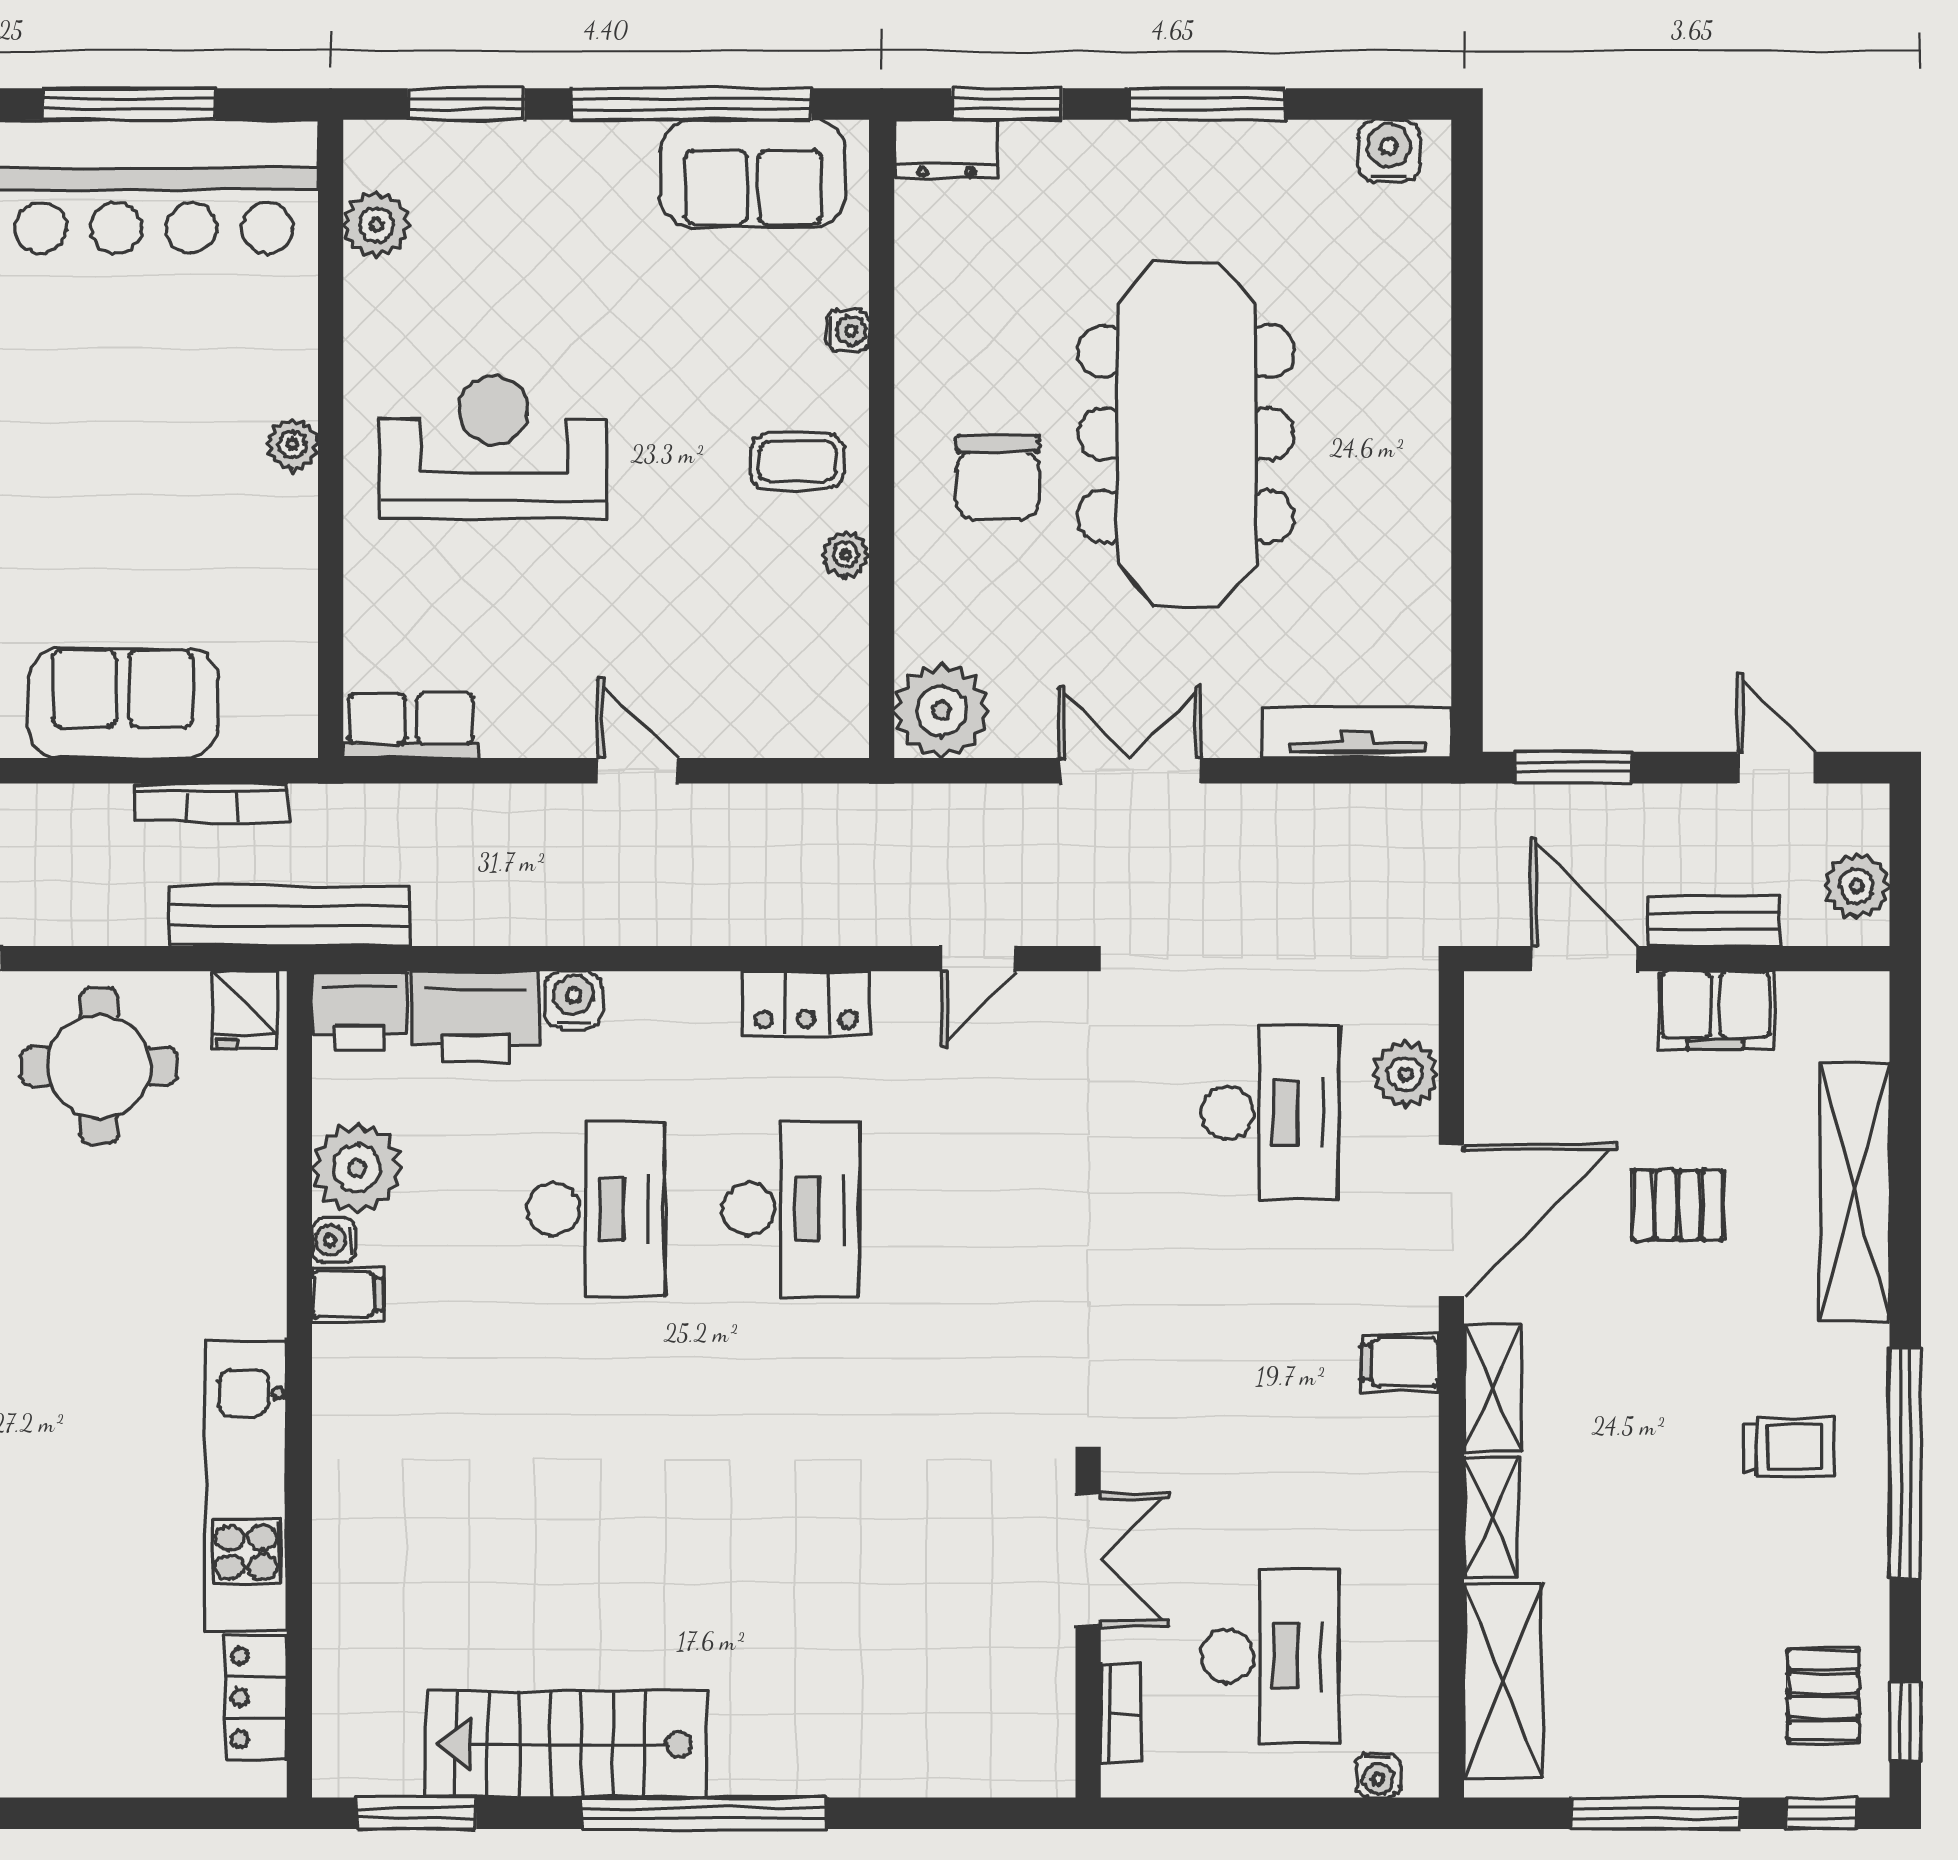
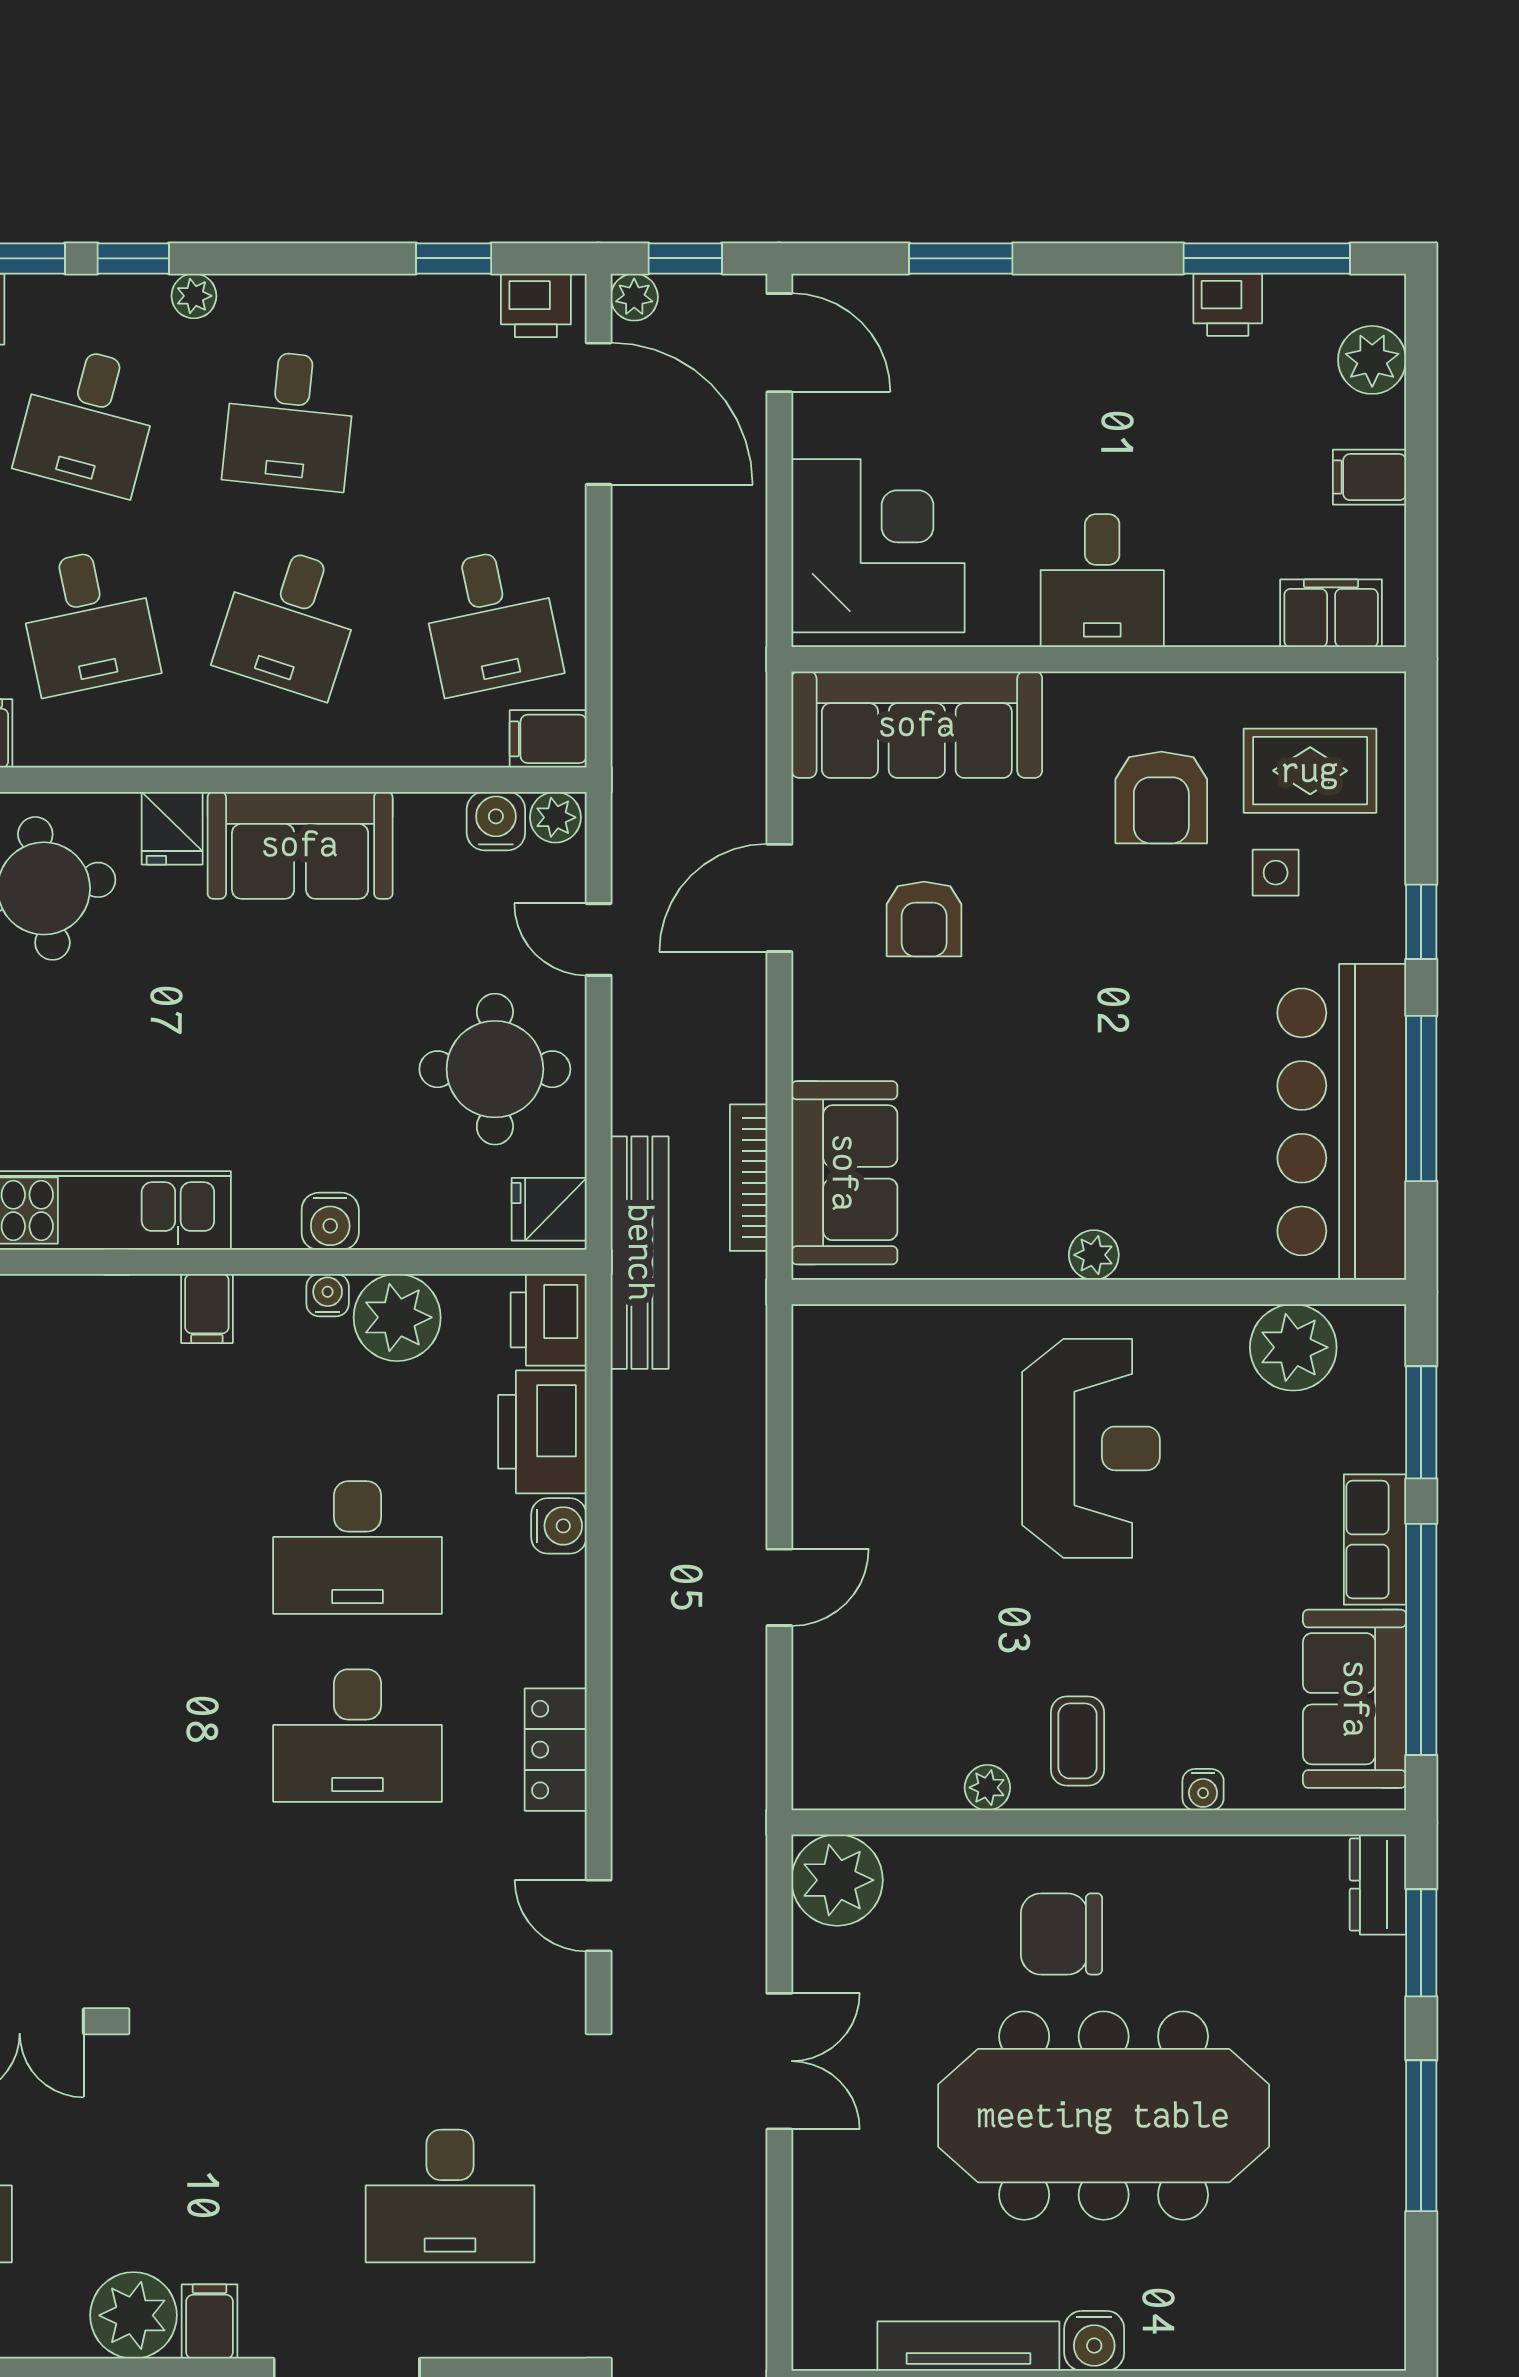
water cooler: (1389, 151) -> (1094, 2341), moved, turned 90
plant: (376, 225) -> (1293, 1347), width x1.36, depth x1.36
sofa: (123, 703) -> (844, 1173), moved
row of seats: (411, 726) -> (1375, 1539), moved, turned 180
tv unit: (1357, 733) -> (968, 2346), moved, turned -90
plant: (1406, 1074) -> (134, 2315), moved, width x1.36, depth x1.36
water cooler: (257, 1237) -> (330, 1221), added
filing cabinet: (348, 1294) -> (207, 1308), moved

